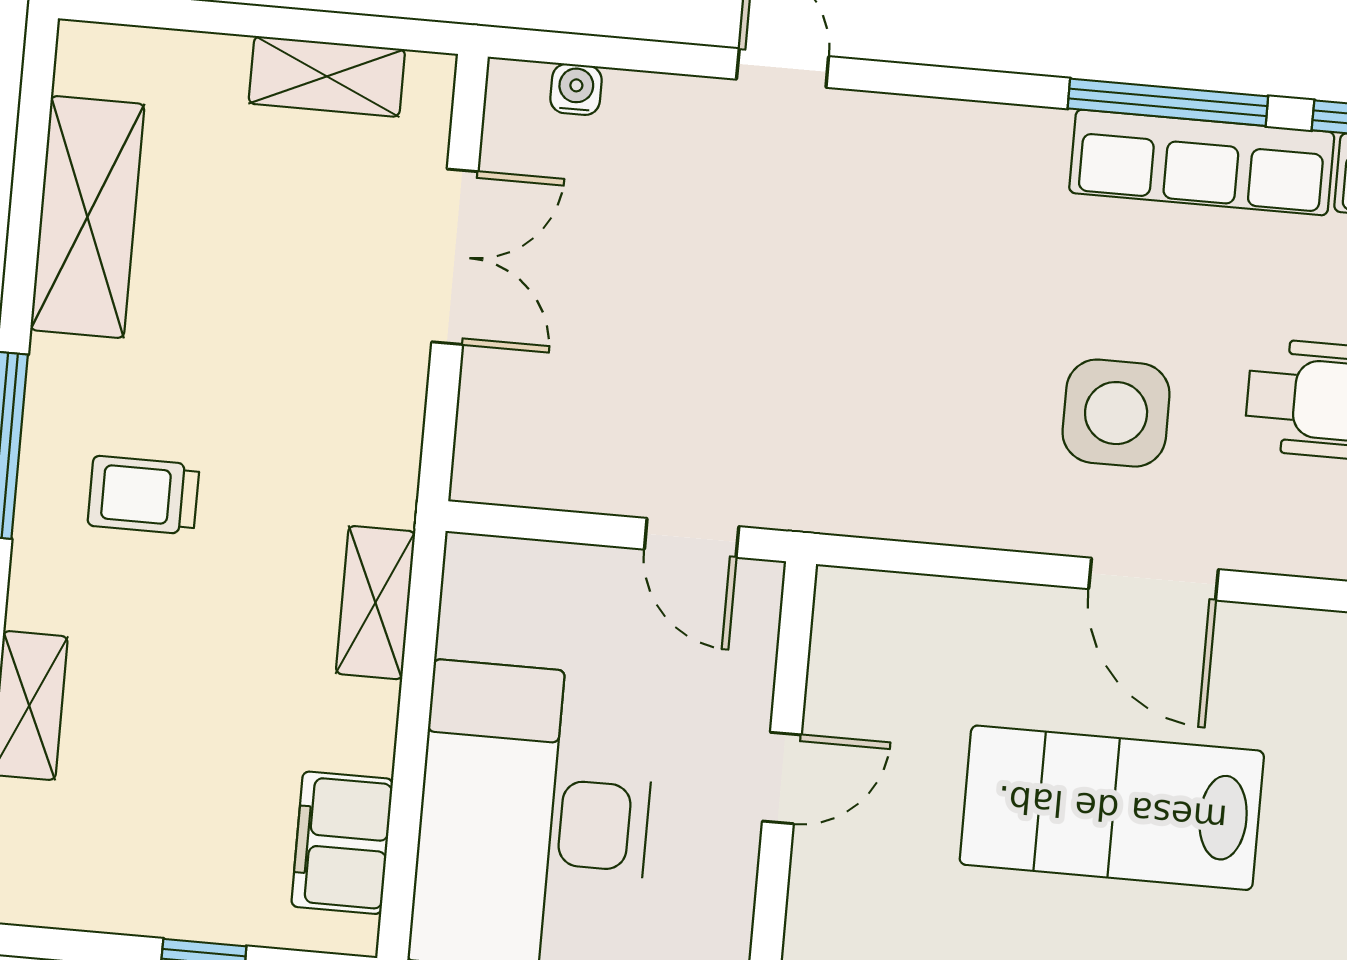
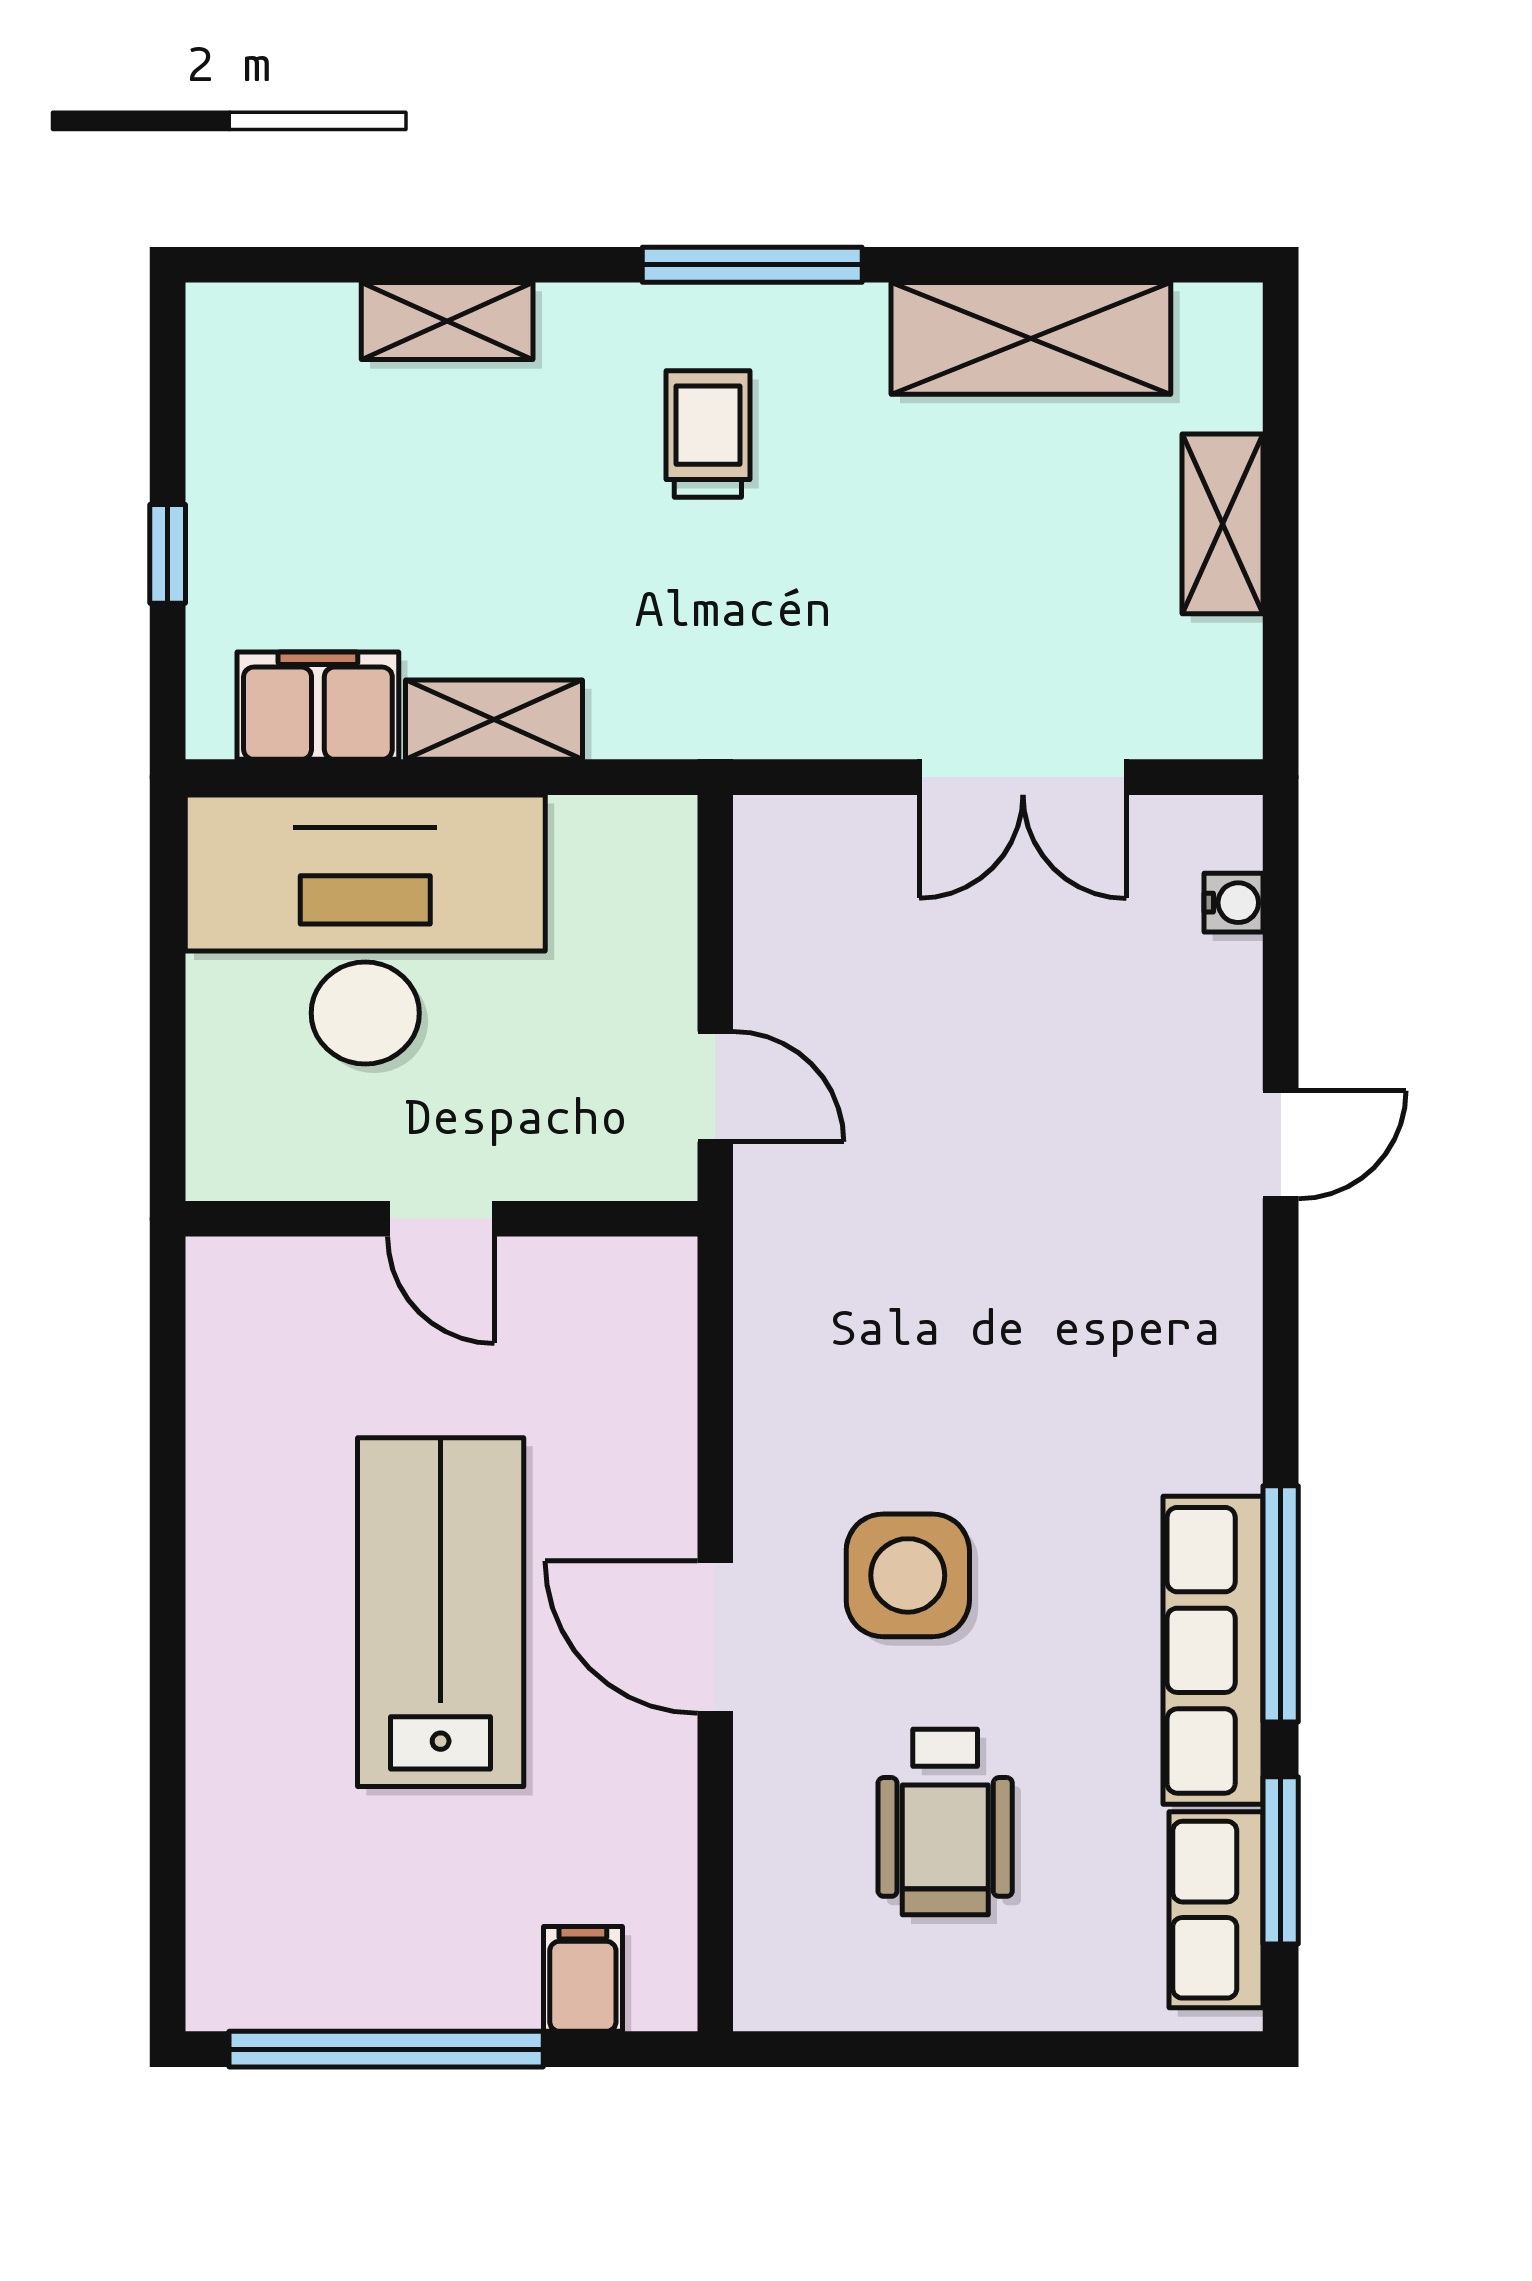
shelving: (327, 76) -> (1223, 524), moved
door: (692, 538) -> (715, 1087), swing flipped
door: (1153, 579) -> (715, 1637), hinge flipped
shelving: (375, 603) -> (494, 720), moved

